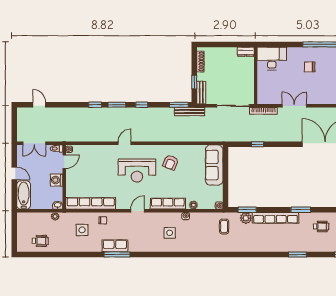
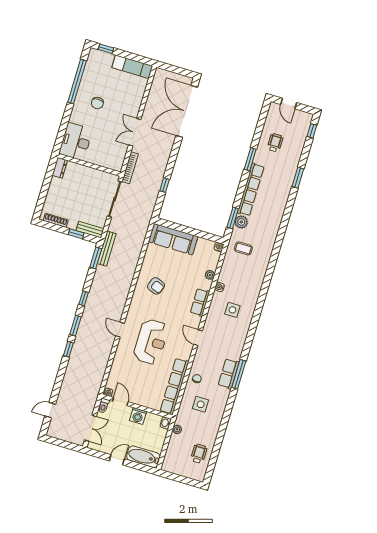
reception desk: (137, 171) -> (151, 342), moved
row of seats: (168, 204) -> (200, 302), width x0.68

